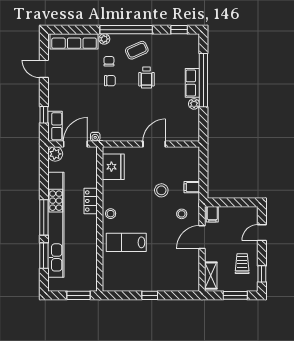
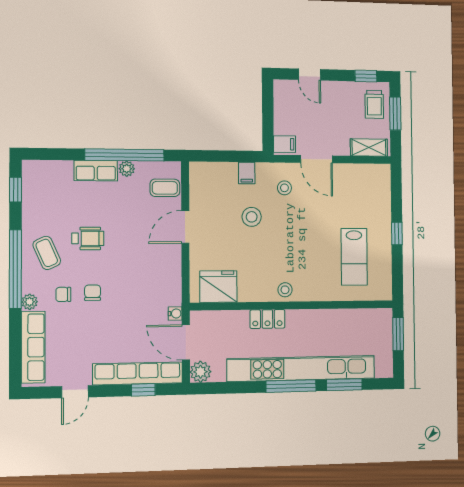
window: (203, 80) -> (125, 155), moved
row of seats: (55, 126) -> (138, 373), width x2.02
coffee table: (181, 130) -> (165, 188), added
door: (154, 144) -> (185, 227), hinge flipped
lab bench: (126, 242) -> (354, 257), moved
trolley: (242, 264) -> (374, 104), moved, turned -90

